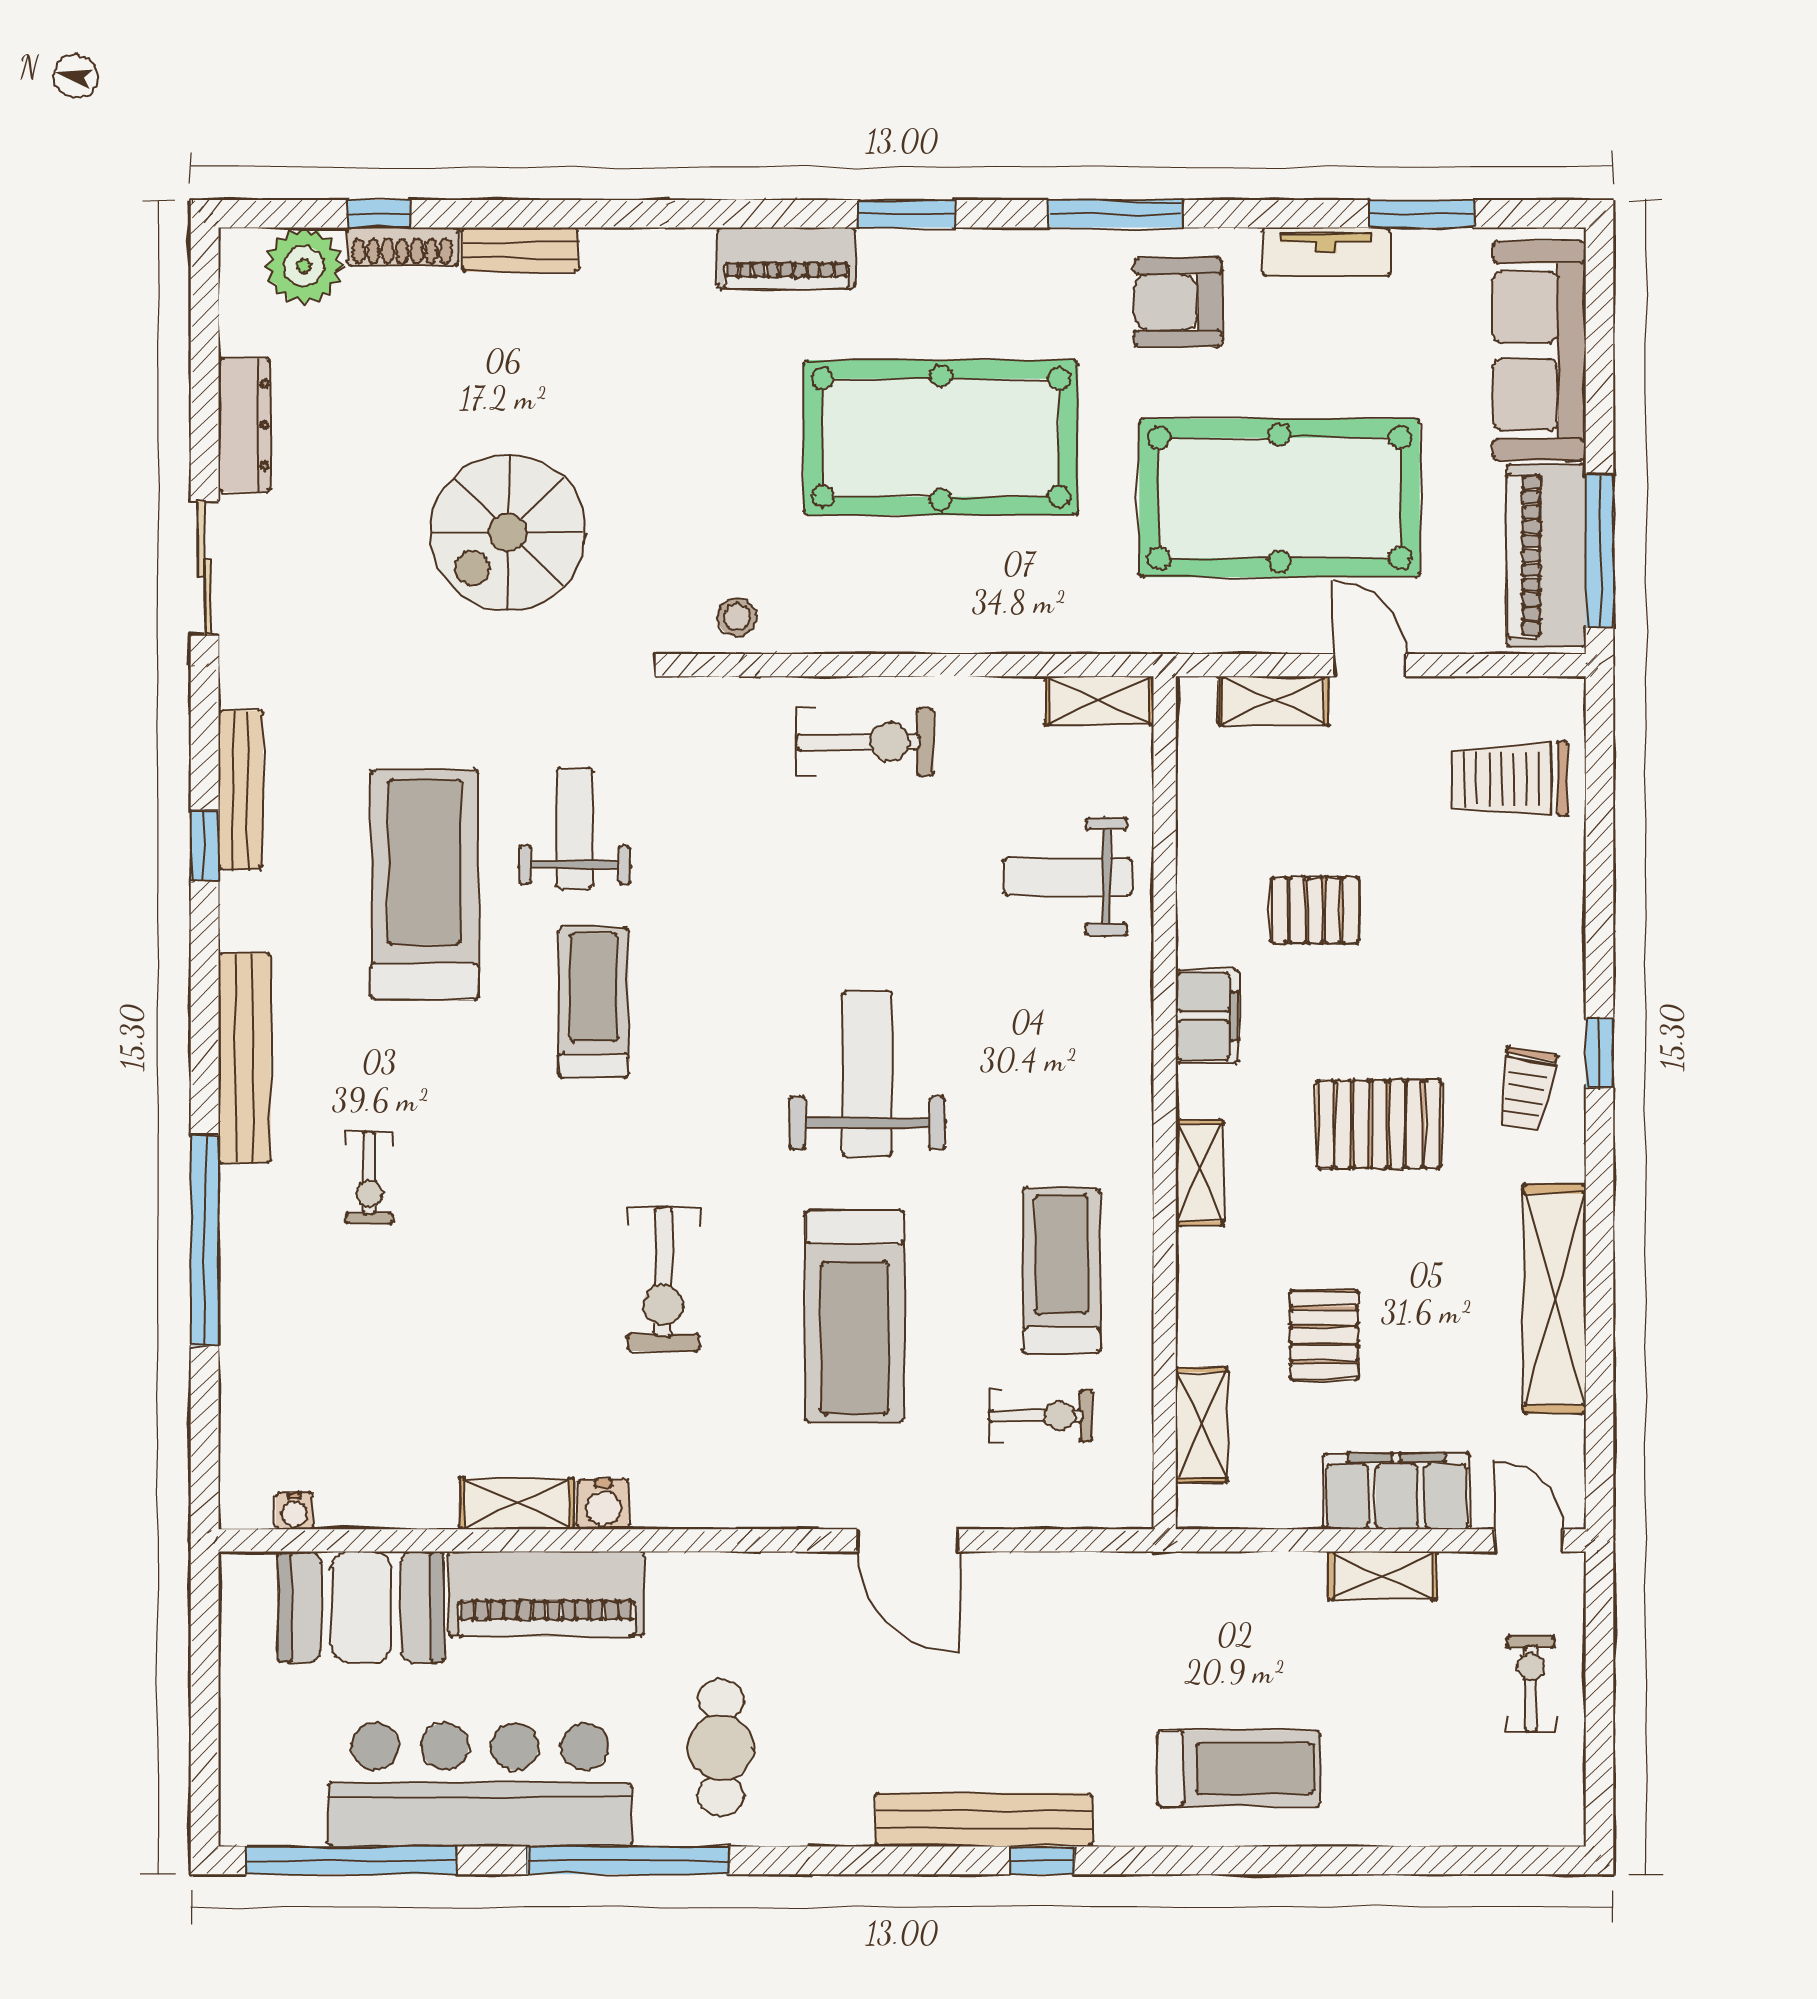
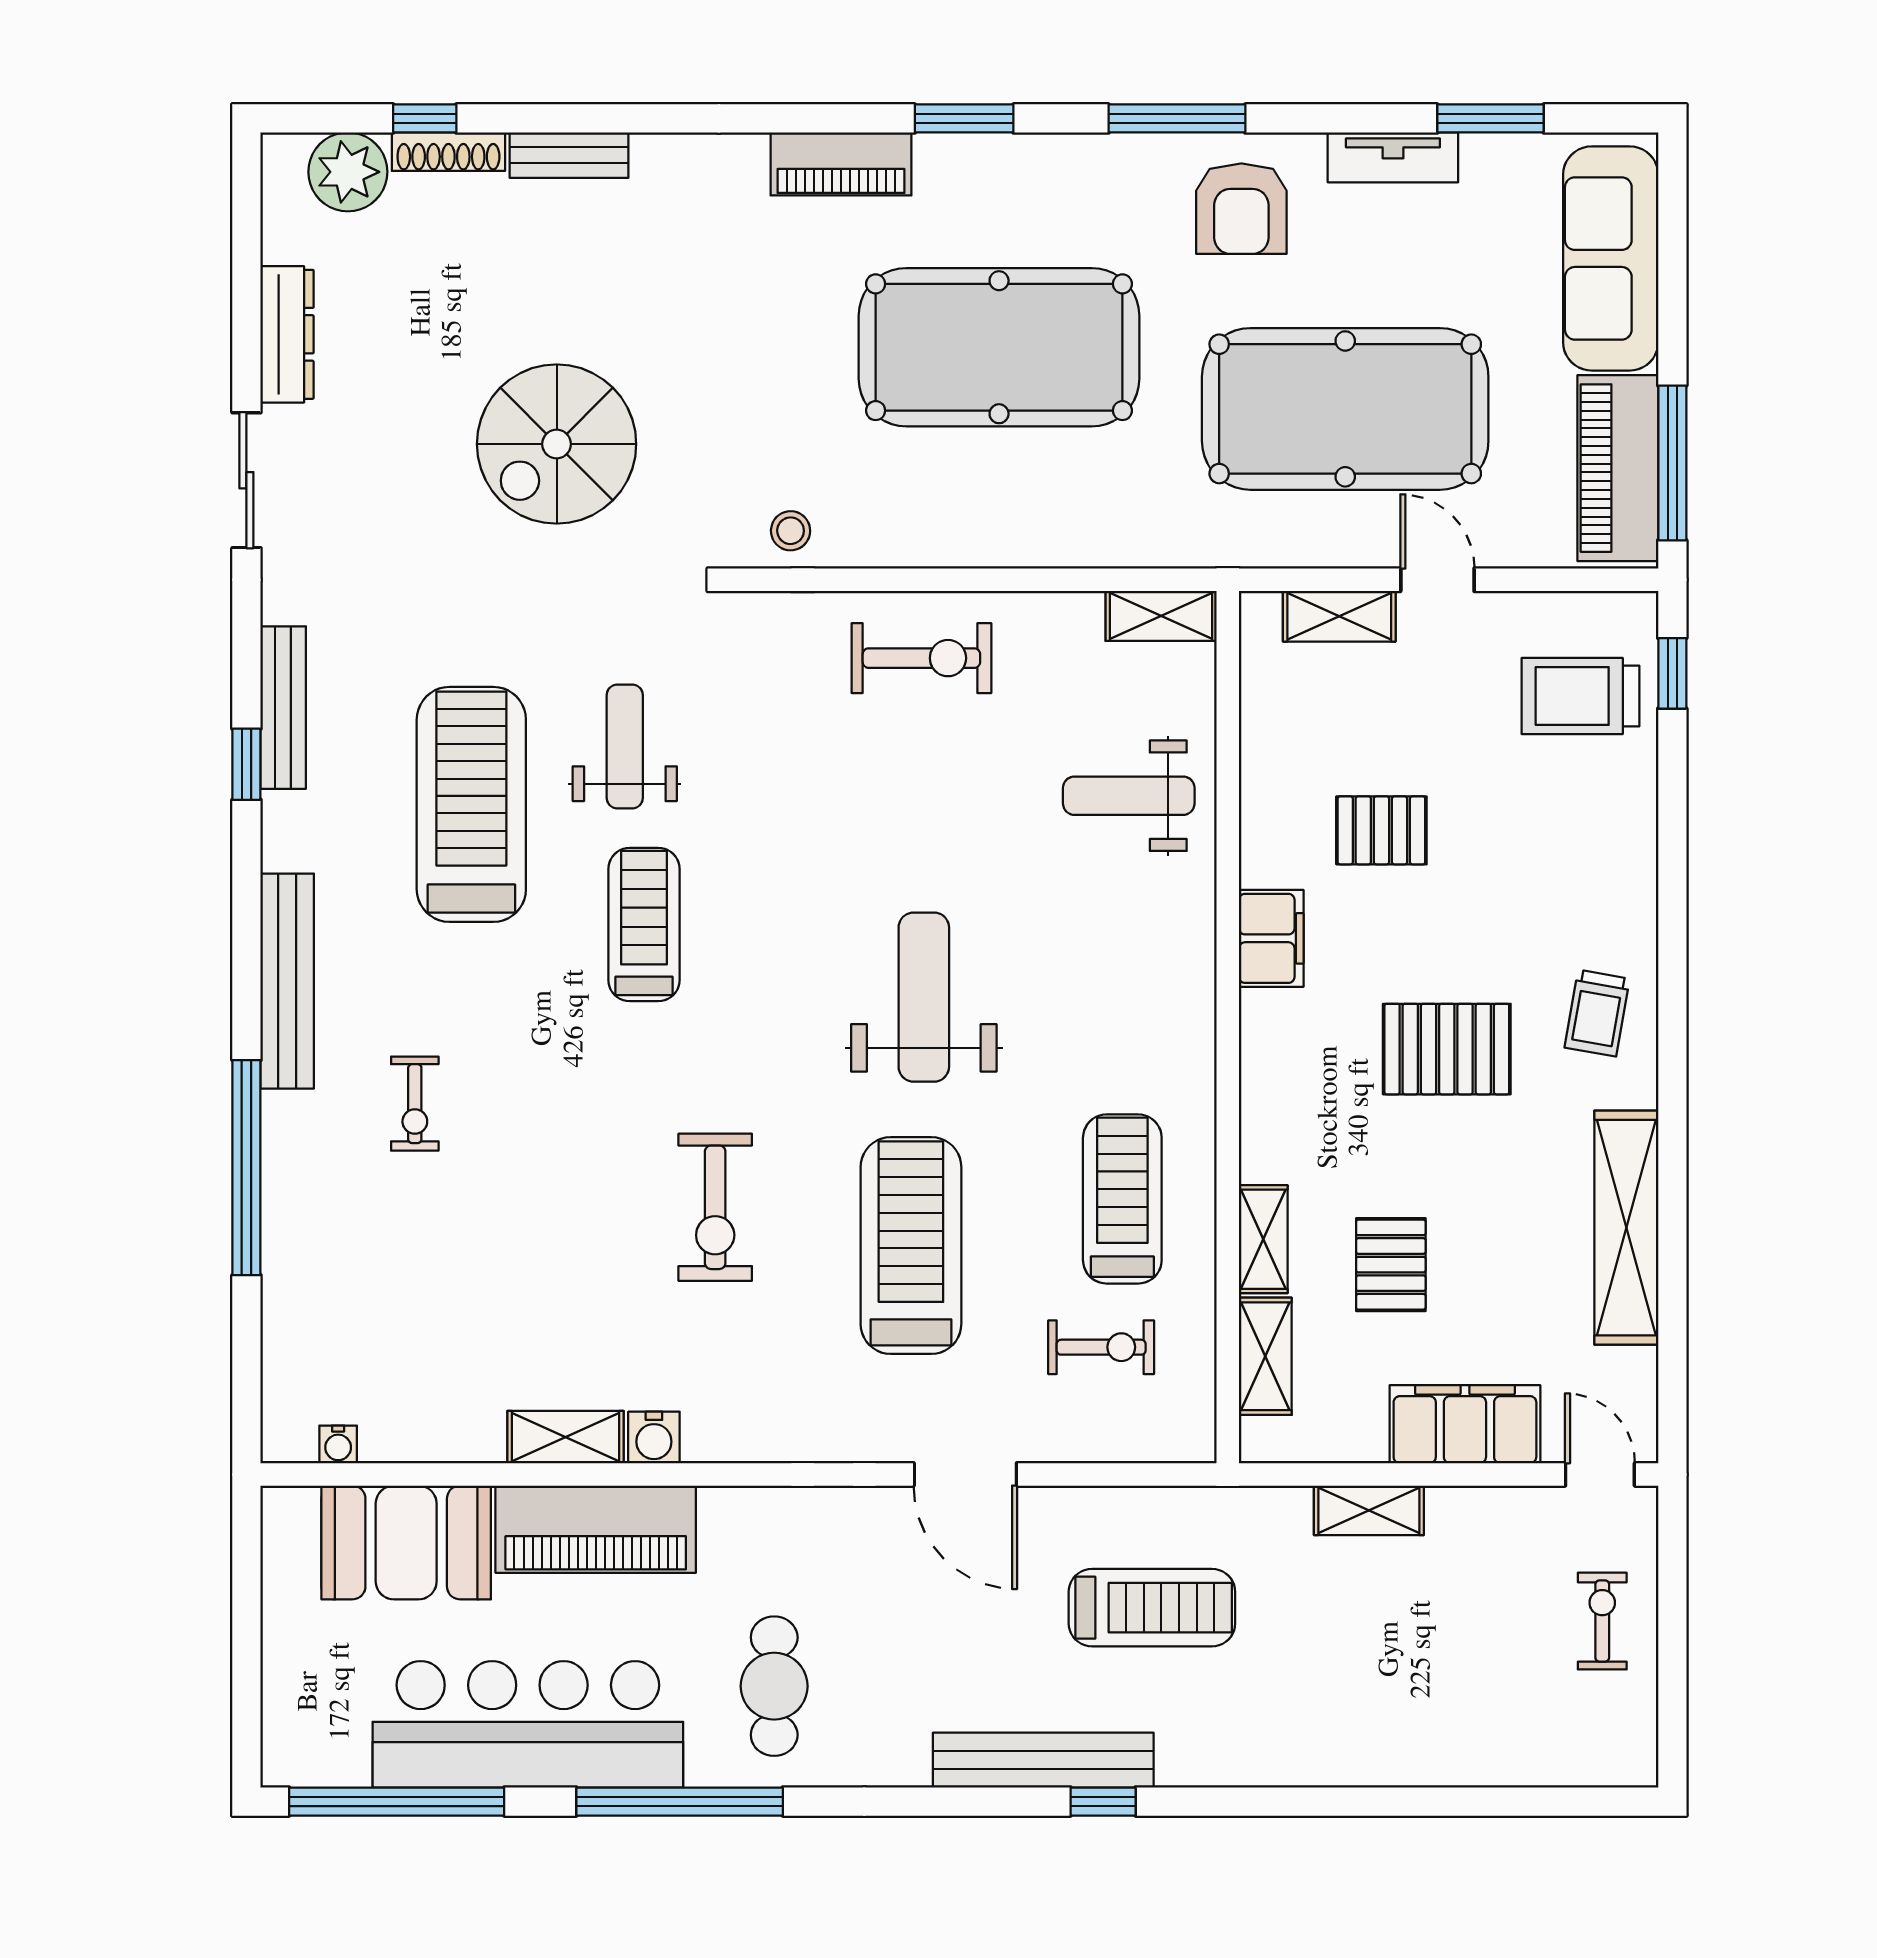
armchair: (1178, 302) -> (1241, 209), turned -90
window: (1600, 1053) -> (1672, 673), moved
shelving: (1199, 1173) -> (1263, 1239), moved
treadmill: (855, 1316) -> (911, 1246), turned 180
shelving: (1383, 1575) -> (1369, 1510), moved
treadmill: (1239, 1768) -> (1152, 1608), moved

